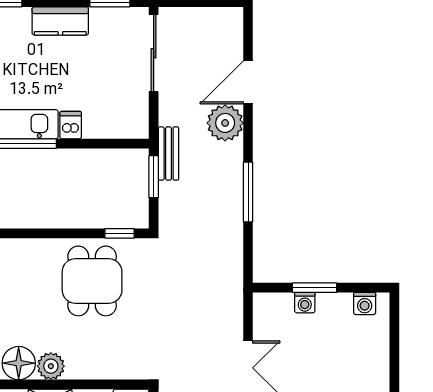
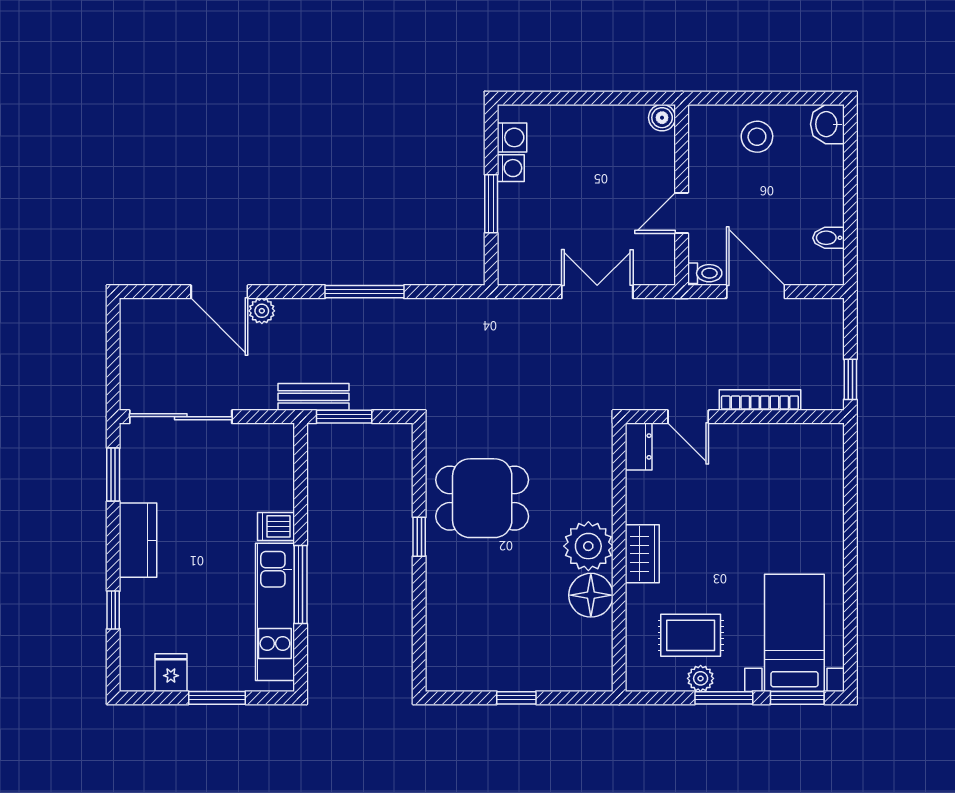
plant: (225, 123) -> (262, 311), width x0.53, depth x0.53
window: (120, 233) -> (419, 537), moved
washing machine: (305, 303) -> (511, 168), moved
plant: (51, 366) -> (588, 546), width x1.36, depth x1.36

